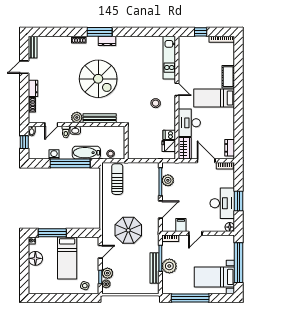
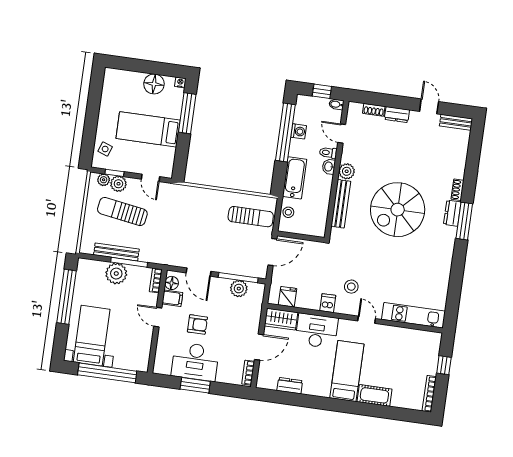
dresser: (107, 41) -> (452, 213), moved
door: (177, 89) -> (367, 320), swing flipped
dishwasher: (169, 135) -> (328, 303), moved
dresser: (230, 148) -> (290, 386), moved
door: (139, 161) -> (272, 252), added
window: (70, 163) -> (285, 133), moved
armchair: (197, 205) -> (197, 325), added
floor lamp: (230, 227) -> (172, 283), moved
parasol: (128, 230) -> (175, 222), removed
sun lounger: (126, 268) -> (122, 212), added

